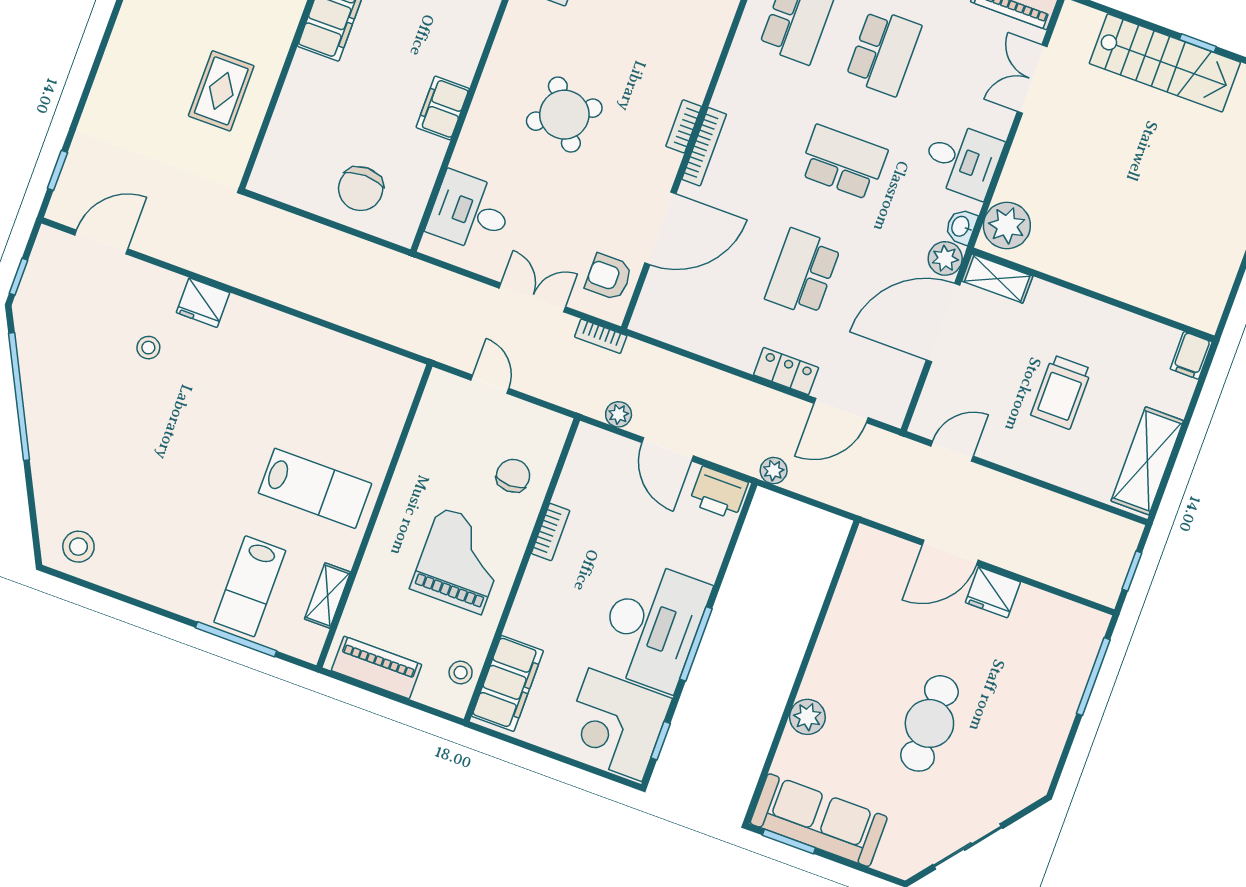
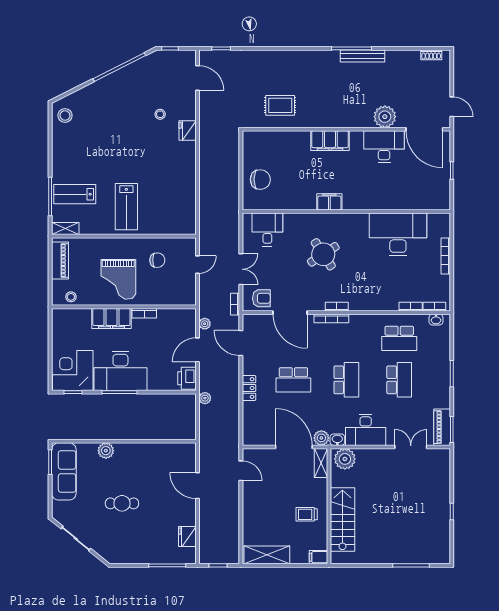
school desk: (883, 52) -> (399, 380), turned -90
stairs: (1165, 63) -> (342, 519), moved, turned 180
filing cabinet: (443, 108) -> (329, 202), moved
desk: (962, 160) -> (366, 430), width x1.37
chair: (361, 189) -> (260, 180), turned 180
school desk: (803, 272) -> (293, 380), turned 180
armchair: (609, 277) -> (261, 298), turned 90
trolley: (1061, 392) -> (307, 514), moved, width x0.73, depth x0.72
door: (841, 410) -> (241, 343), moved
chair: (513, 476) -> (157, 260), moved
grand piano: (460, 560) -> (118, 279), turned 90
fridge: (993, 592) -> (187, 536), moved
shelving: (327, 595) -> (65, 229), moved
filing cabinet: (508, 683) -> (111, 318), moved
cafe table: (929, 723) -> (122, 503), width x0.73, depth x0.74

